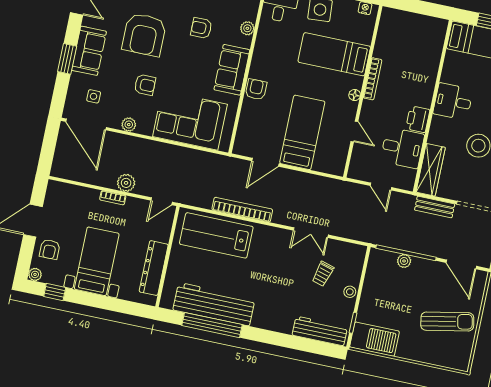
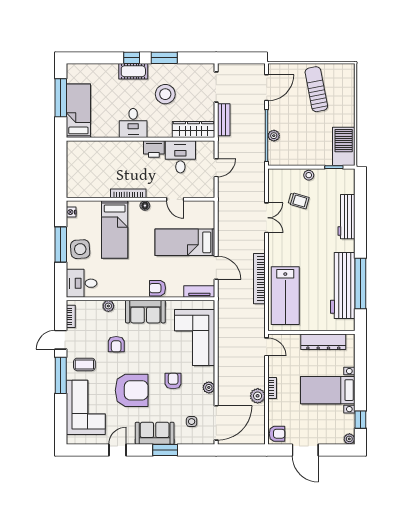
door: (354, 132) -> (175, 199), swing flipped
tv unit: (242, 137) -> (199, 292), added
plant: (126, 183) -> (258, 396), moved
armchair: (50, 249) -> (277, 434), moved
workbench: (320, 331) -> (346, 217), moved

